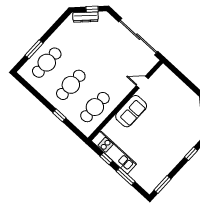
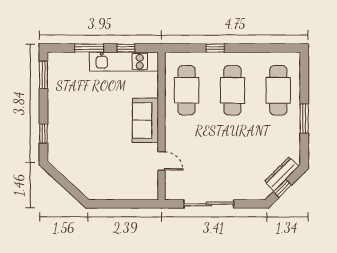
sliding door: (138, 37) -> (209, 204), width x0.73
window: (34, 49) -> (304, 119), moved
door: (142, 82) -> (161, 161), hinge flipped

